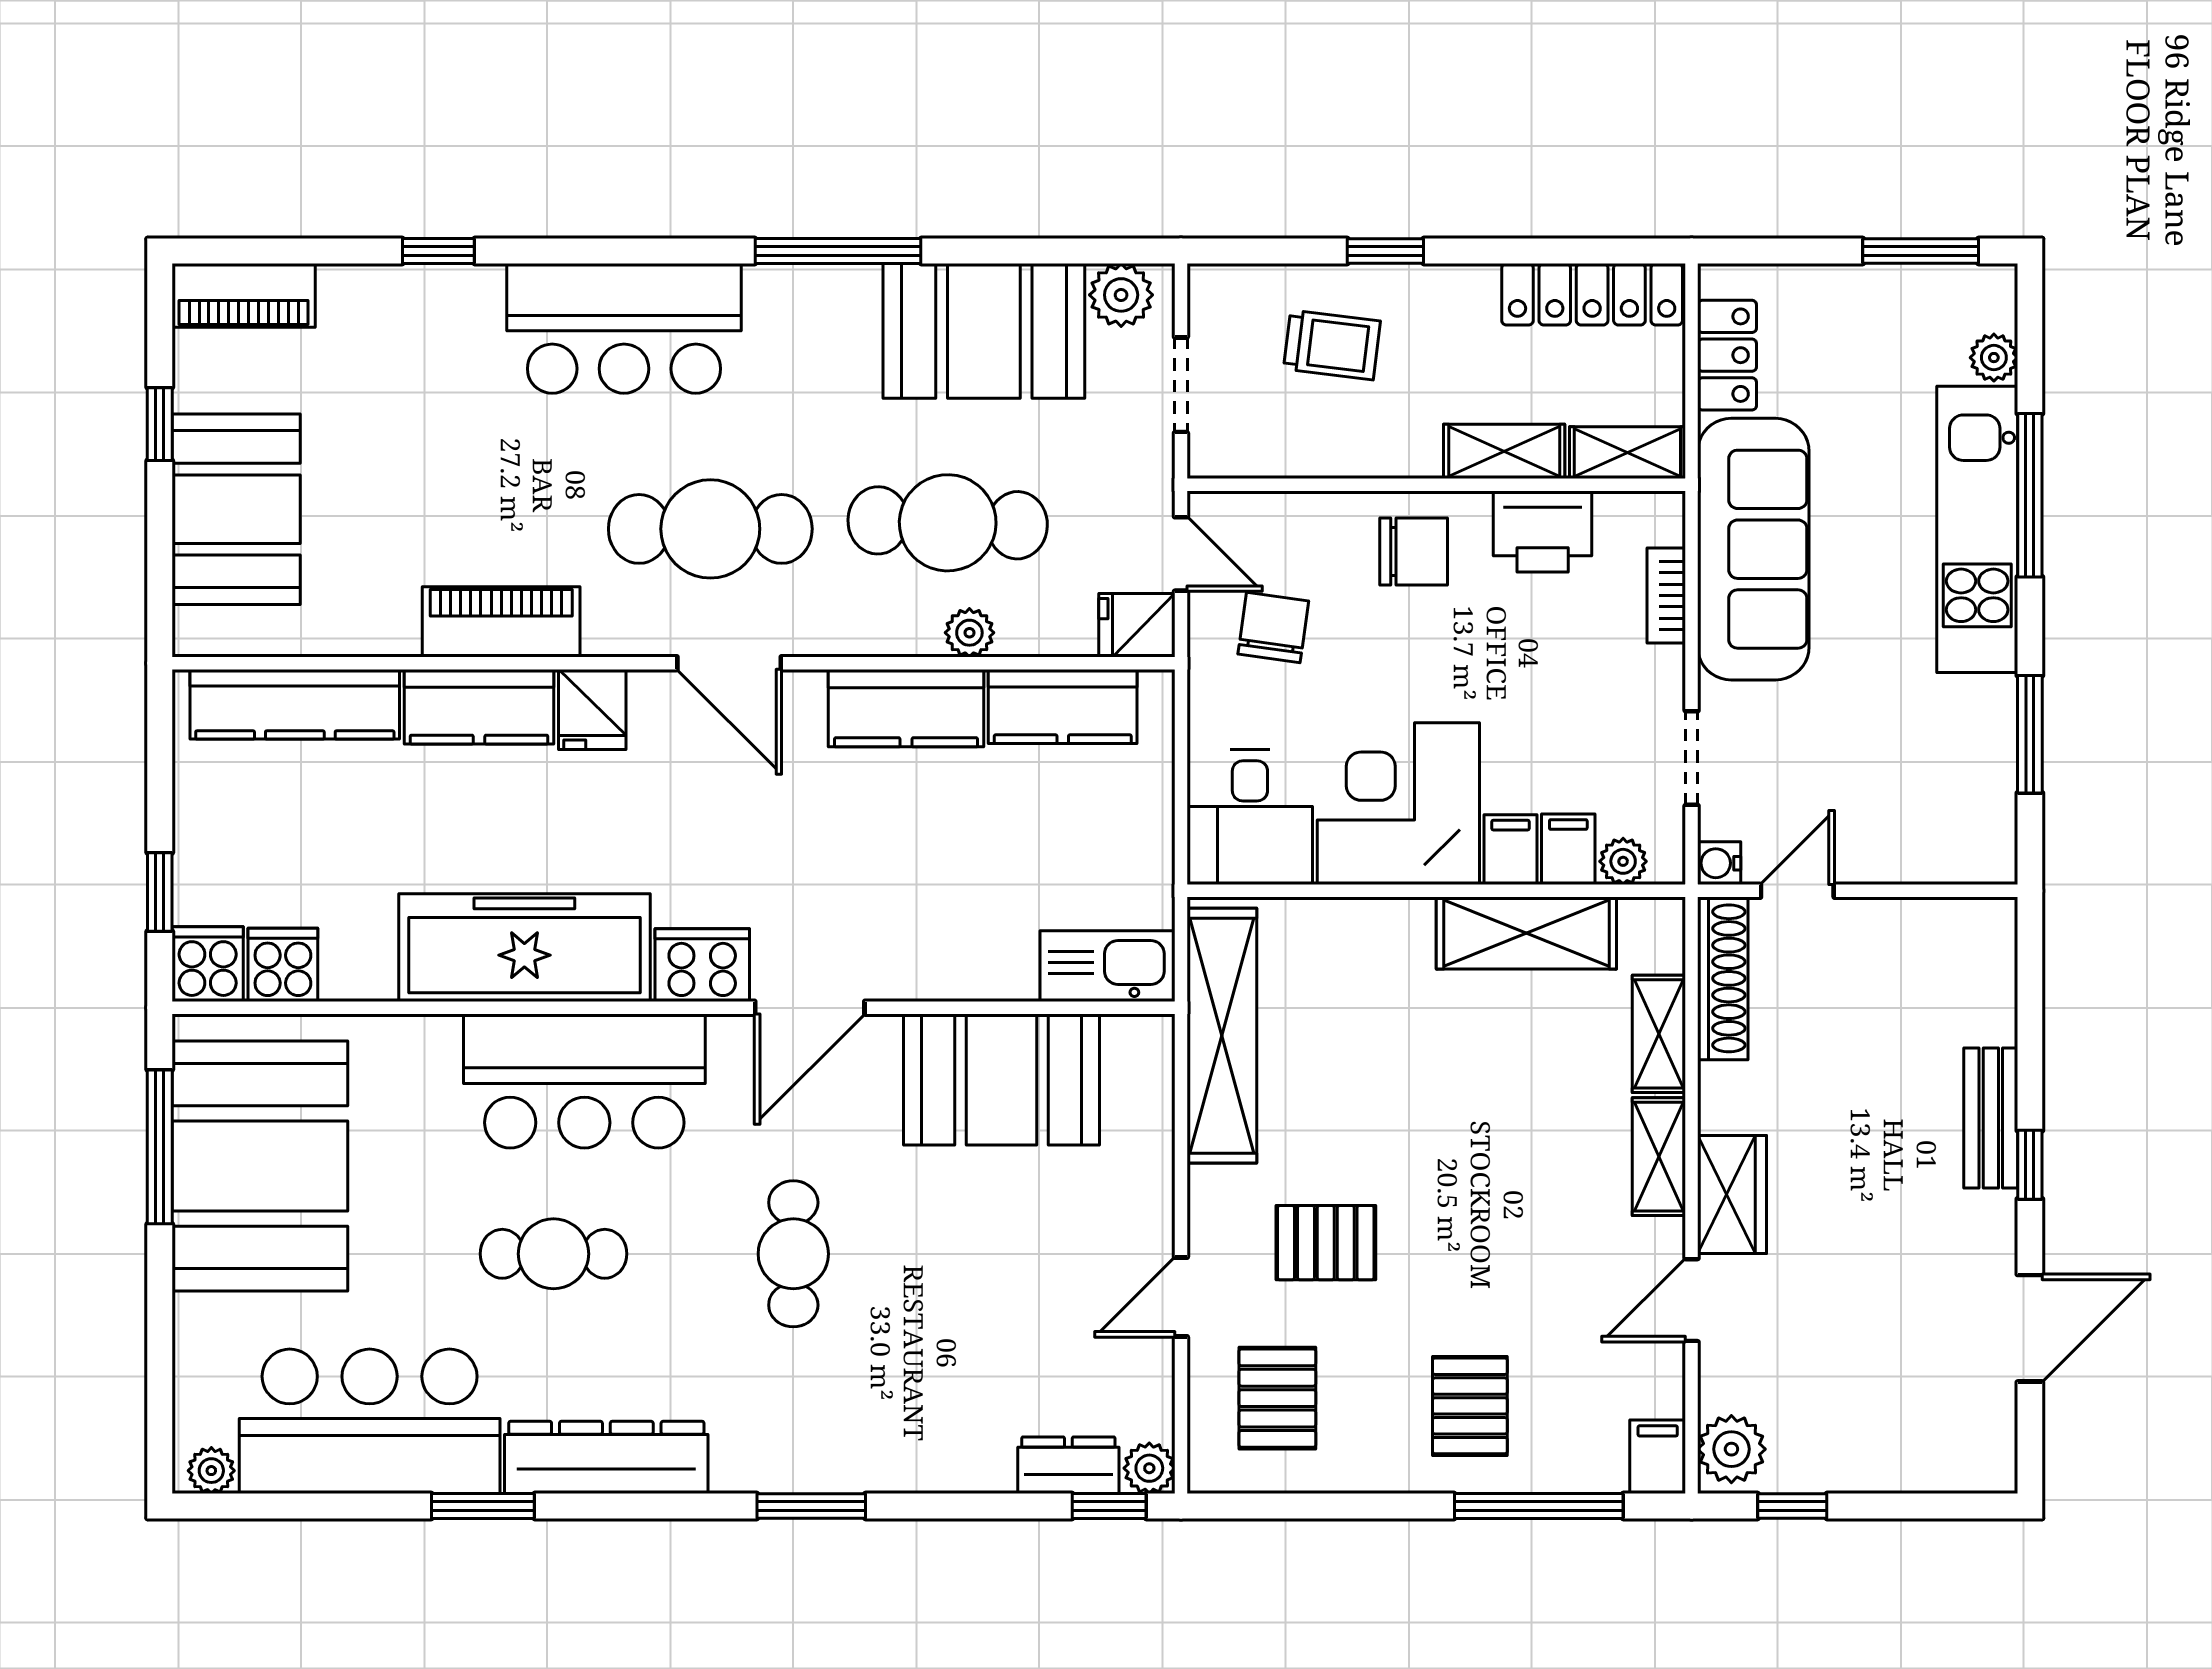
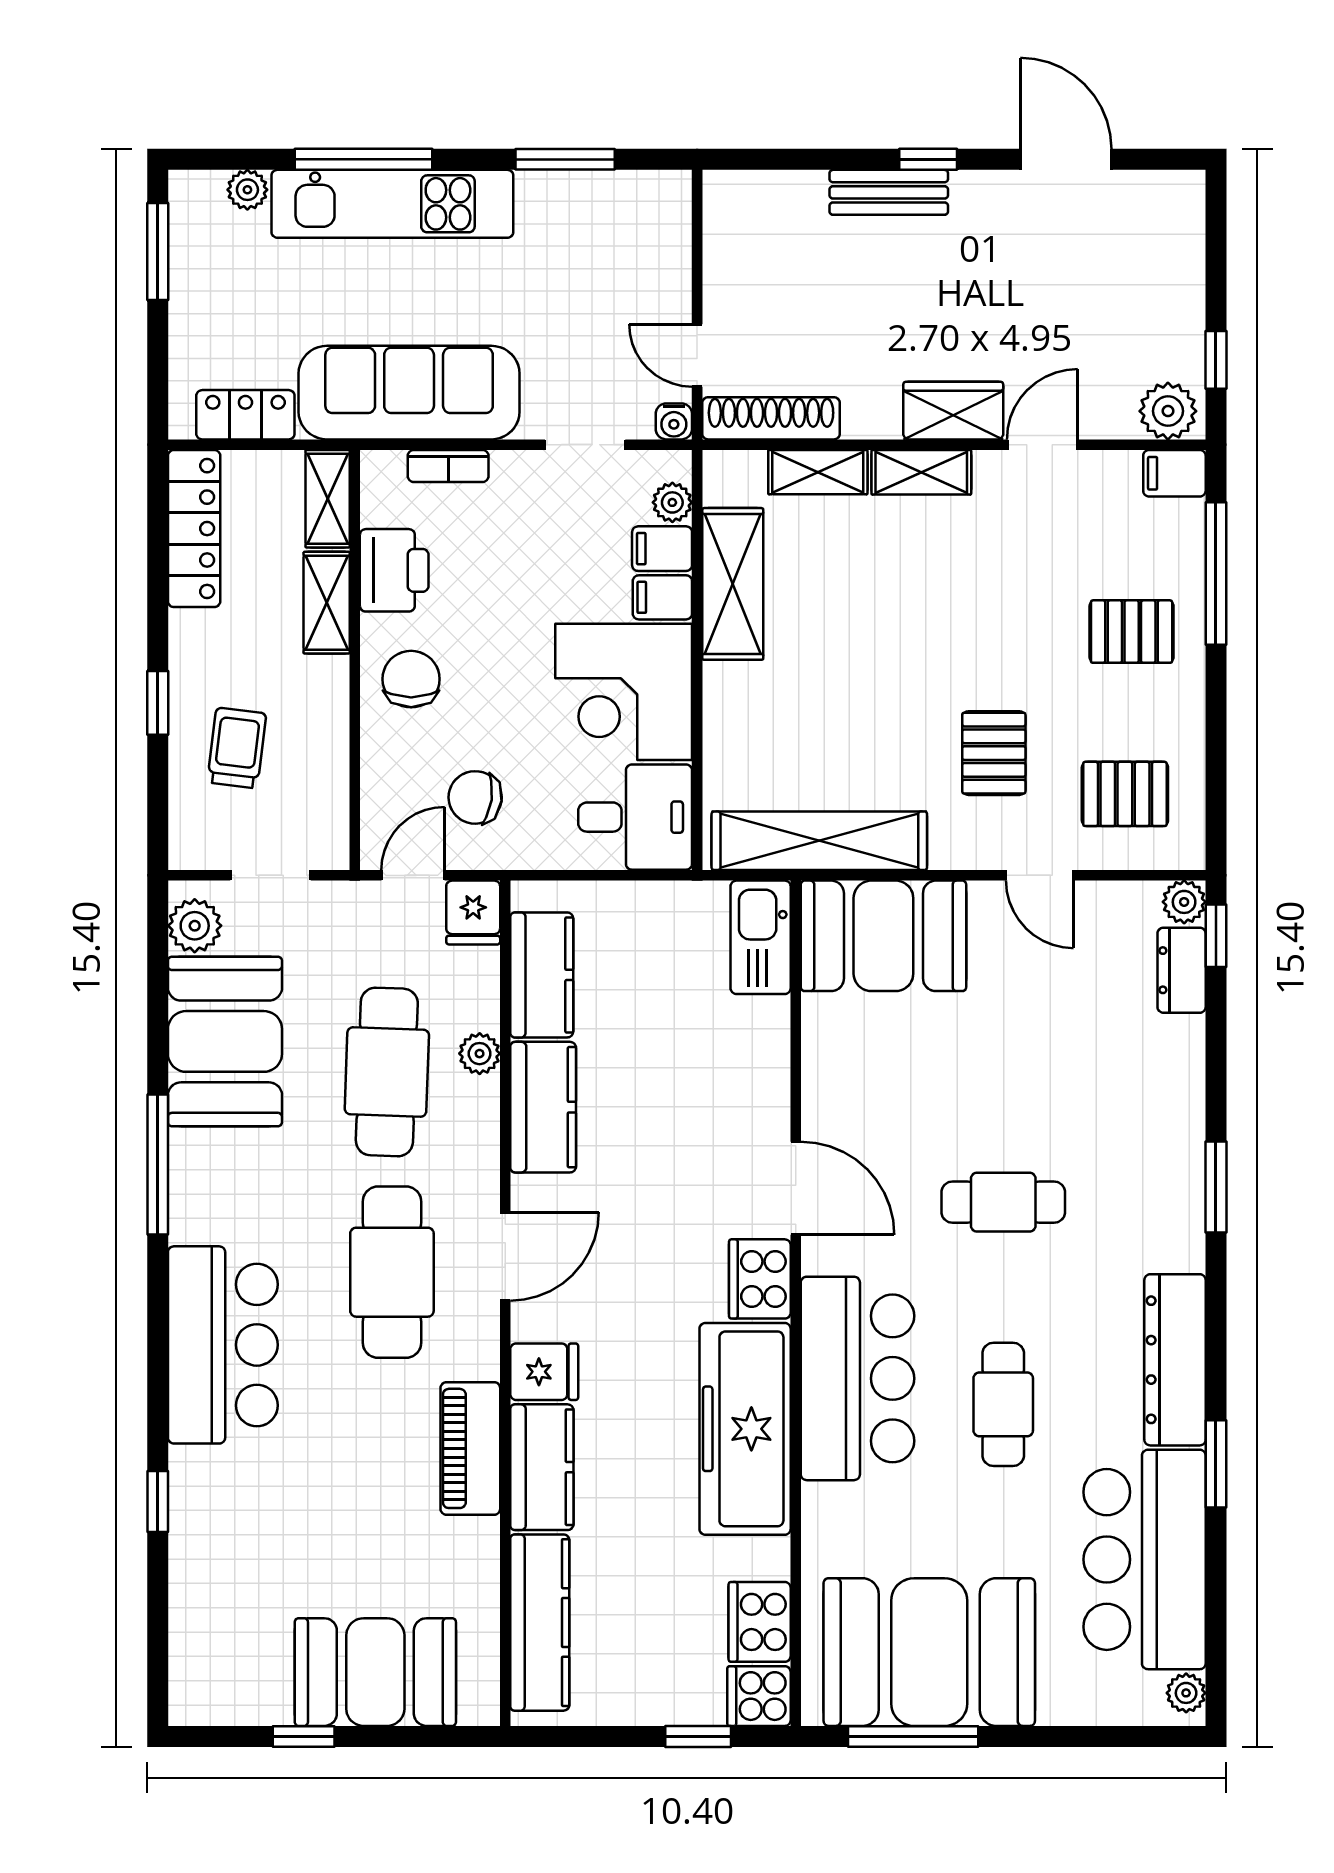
piano: (244, 295) -> (195, 1666), removed
cooker: (283, 965) -> (760, 1622), width x1.36
booth: (1001, 1080) -> (883, 936), moved, turned 90
door: (1692, 1300) -> (1042, 445), swing flipped

